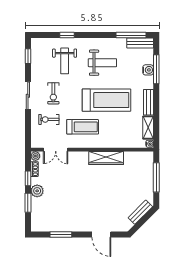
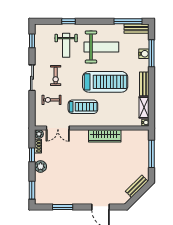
weight bench: (102, 63) -> (101, 47), width x1.36, depth x1.33
window: (28, 203) -> (32, 190), moved

